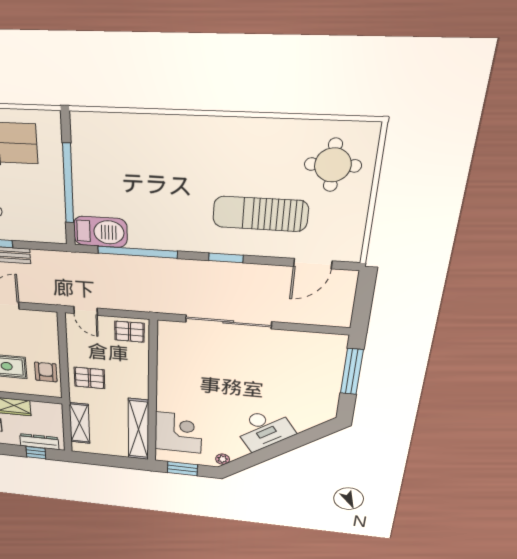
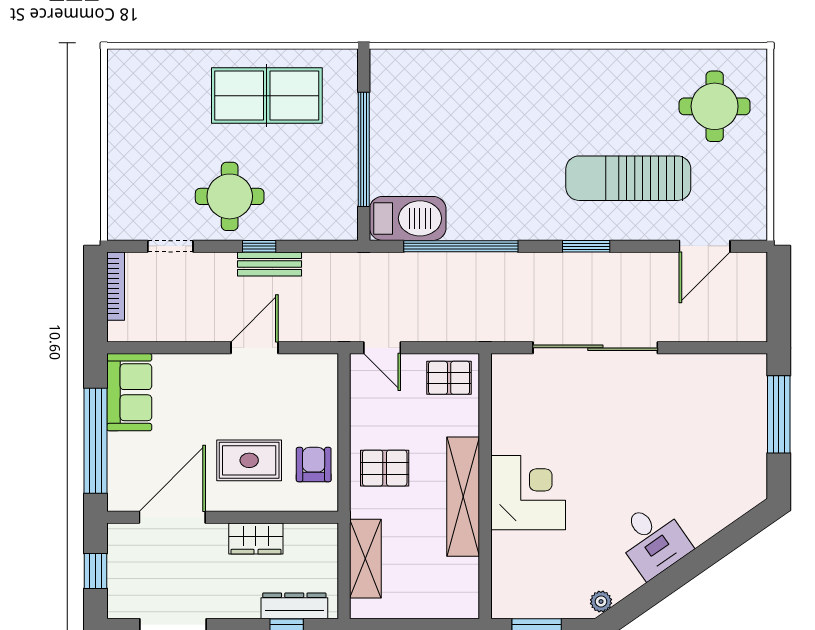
shelving: (138, 429) -> (463, 497), moved
desk: (264, 429) -> (653, 540), width x0.73
corner desk: (178, 433) -> (528, 493), moved

